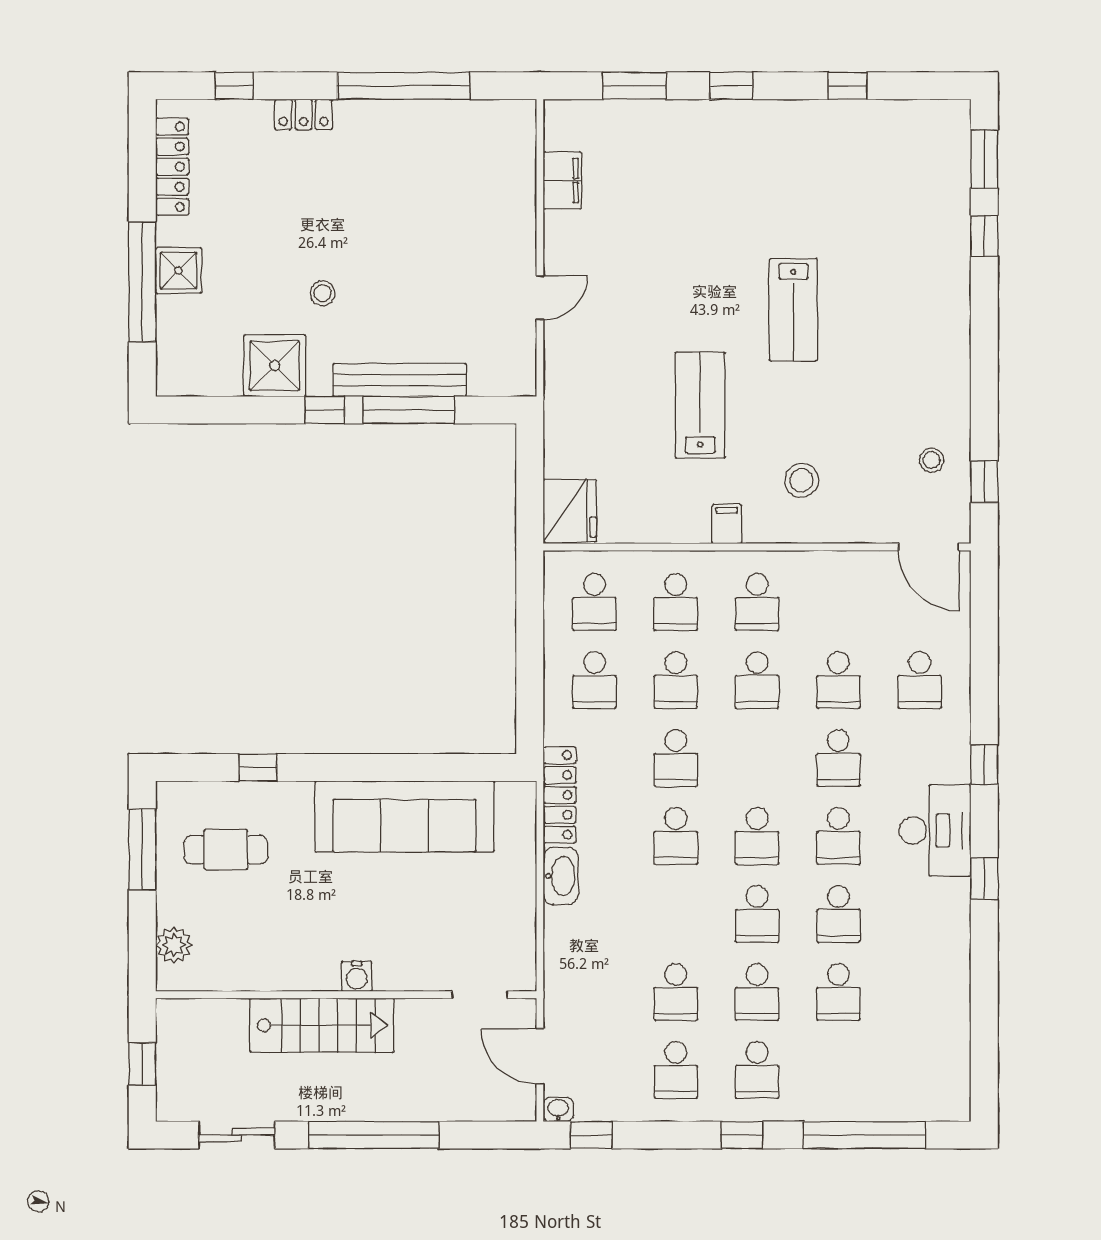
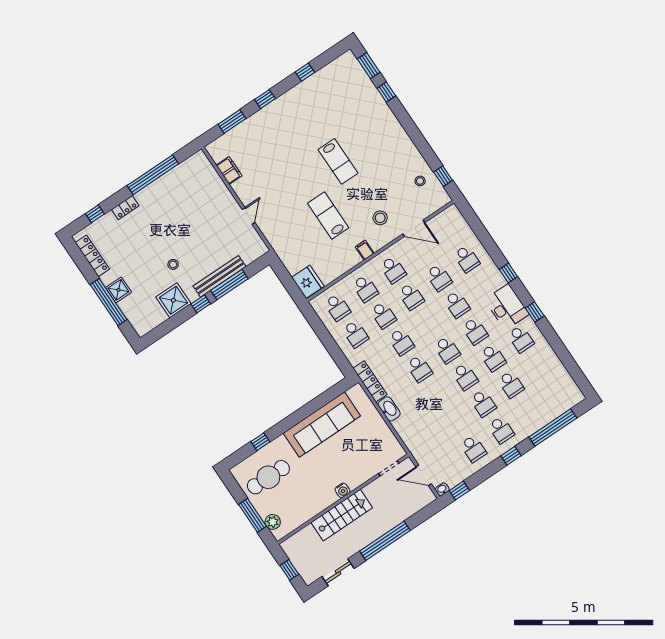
door: (929, 547) -> (414, 228), moved
window: (142, 849) -> (252, 515), moved
cafe table: (226, 850) -> (268, 477), width x1.37, depth x1.35
school desk: (676, 992) -> (521, 339), moved

